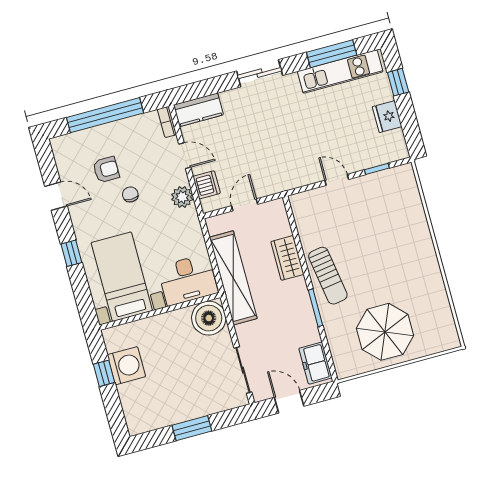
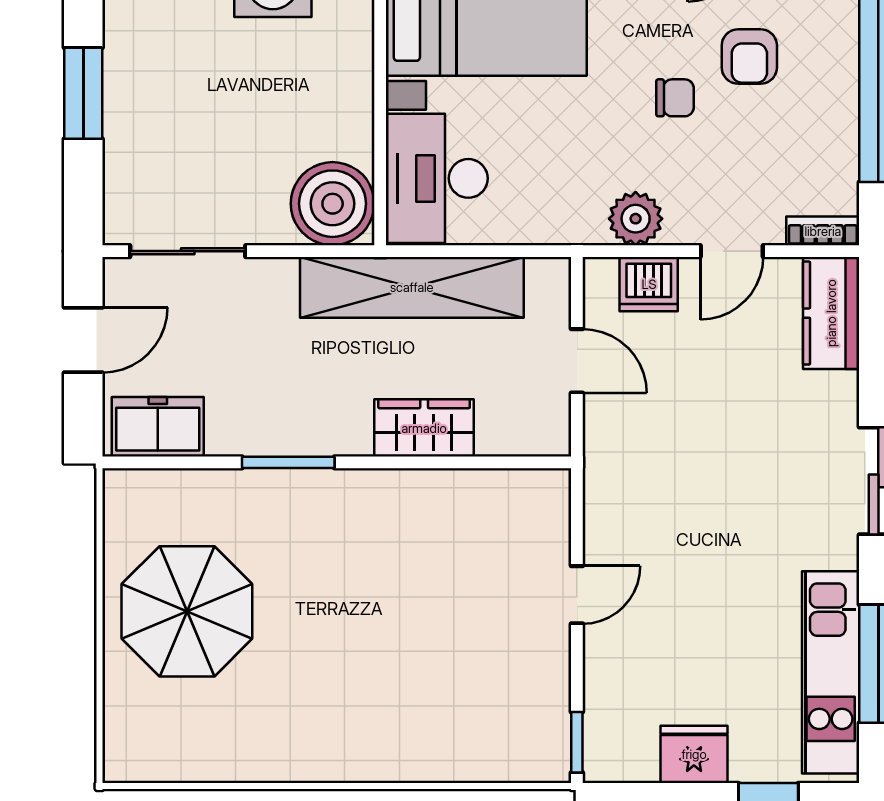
window: (377, 169) -> (577, 742), moved
sun lounger: (328, 276) -> (356, 512), removed

